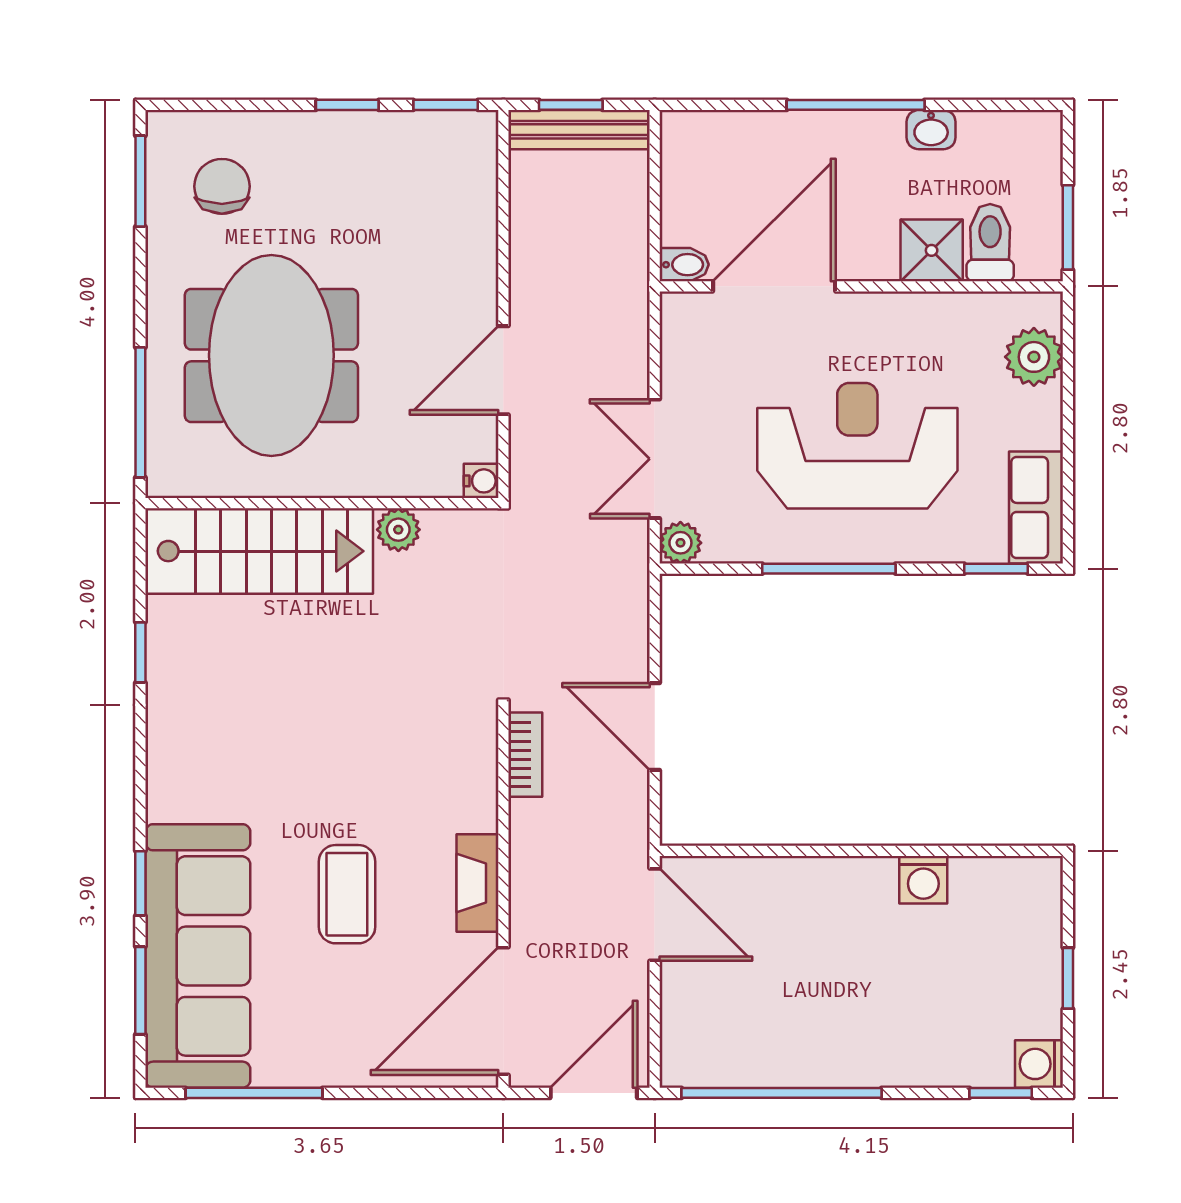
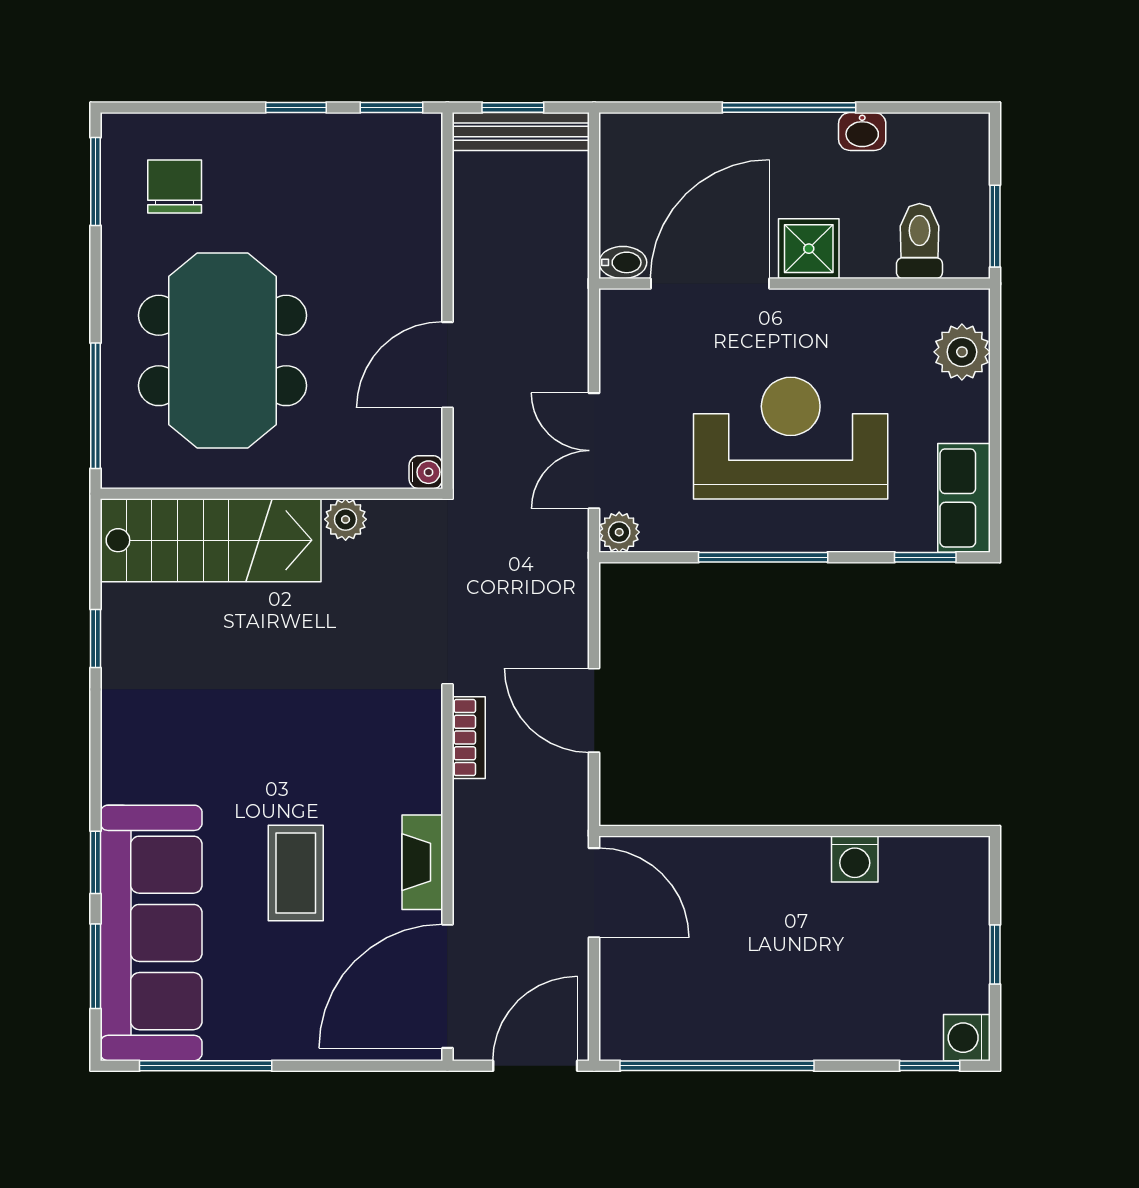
shower: (932, 250) -> (809, 249), moved

